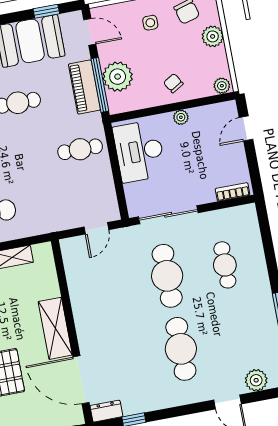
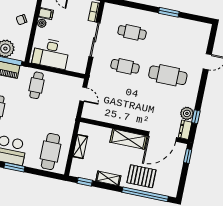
filing cabinet: (199, 118) -> (46, 14), added
sliding door: (168, 215) -> (95, 40), moved
cafe table: (167, 276) -> (125, 66), width x0.73, depth x0.74
plant: (256, 380) -> (187, 113), moved

